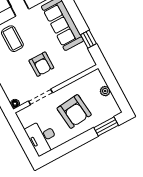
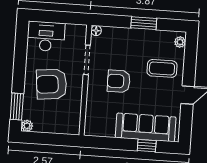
window: (88, 39) -> (147, 146), moved
plant: (105, 91) -> (27, 126), moved

